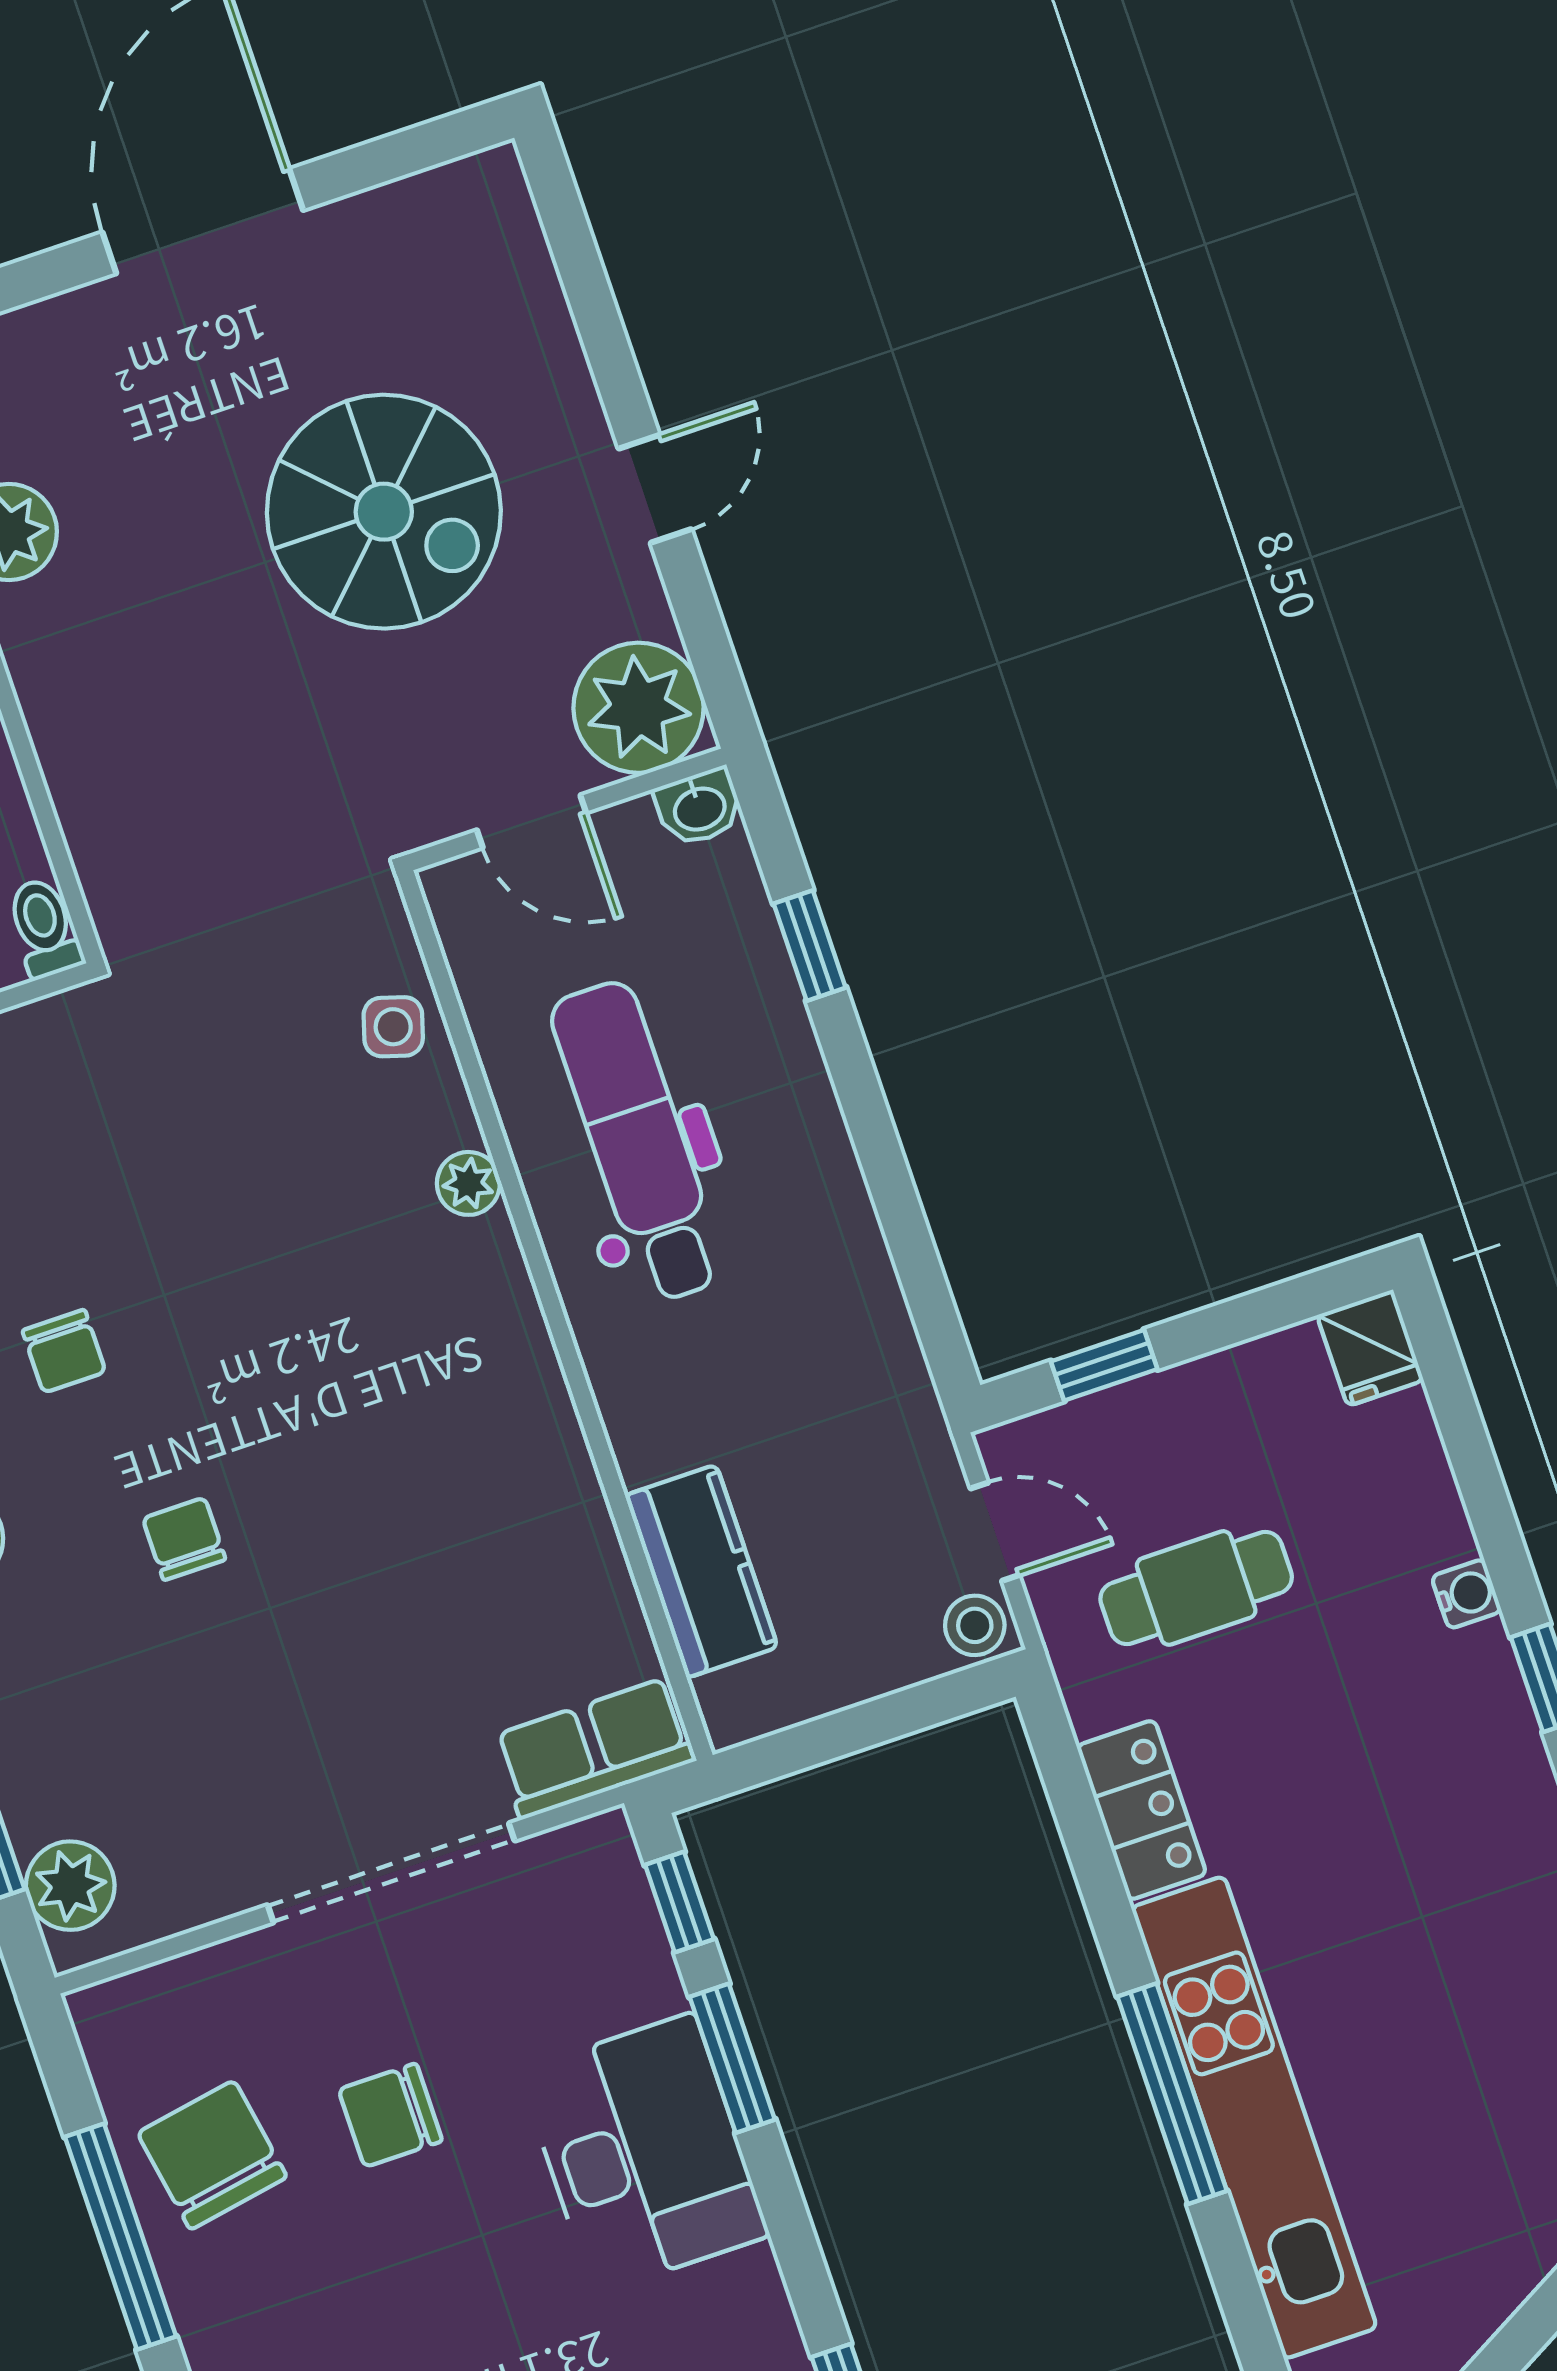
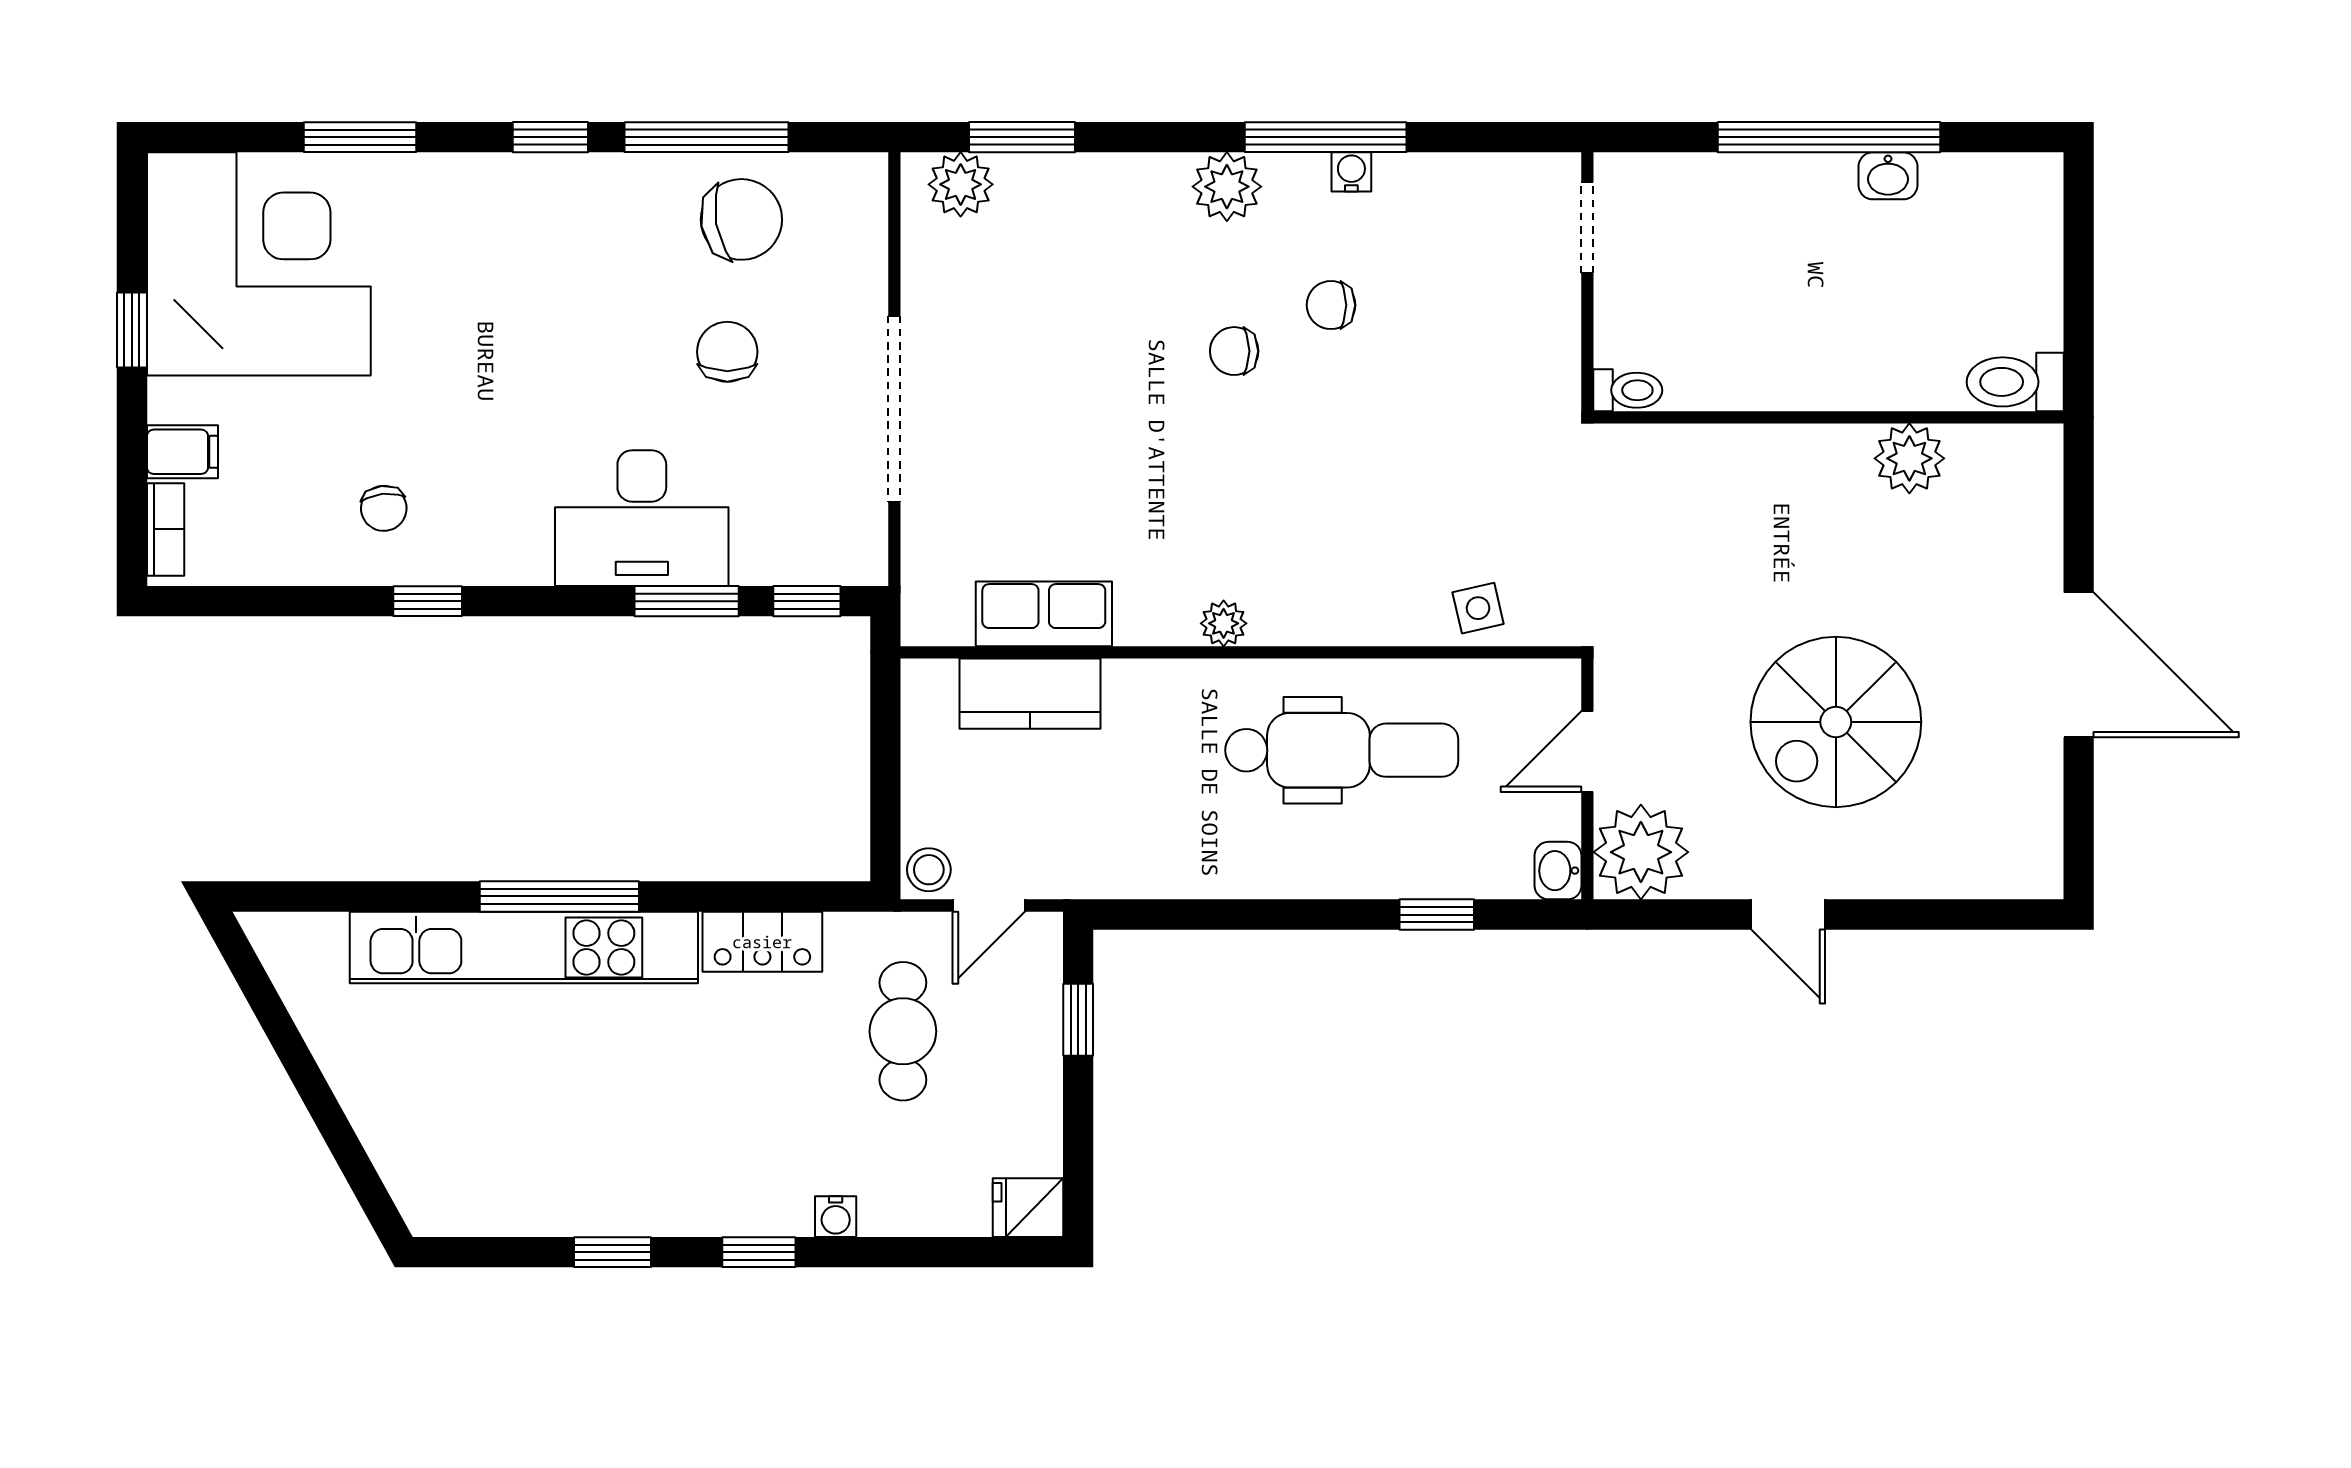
side table: (393, 1027) -> (1478, 608), turned -30
plant: (468, 1183) -> (1224, 623), moved
chair: (184, 1539) -> (1234, 351), moved, turned 180
row of seats: (594, 1748) -> (1044, 614), moved, turned -90

